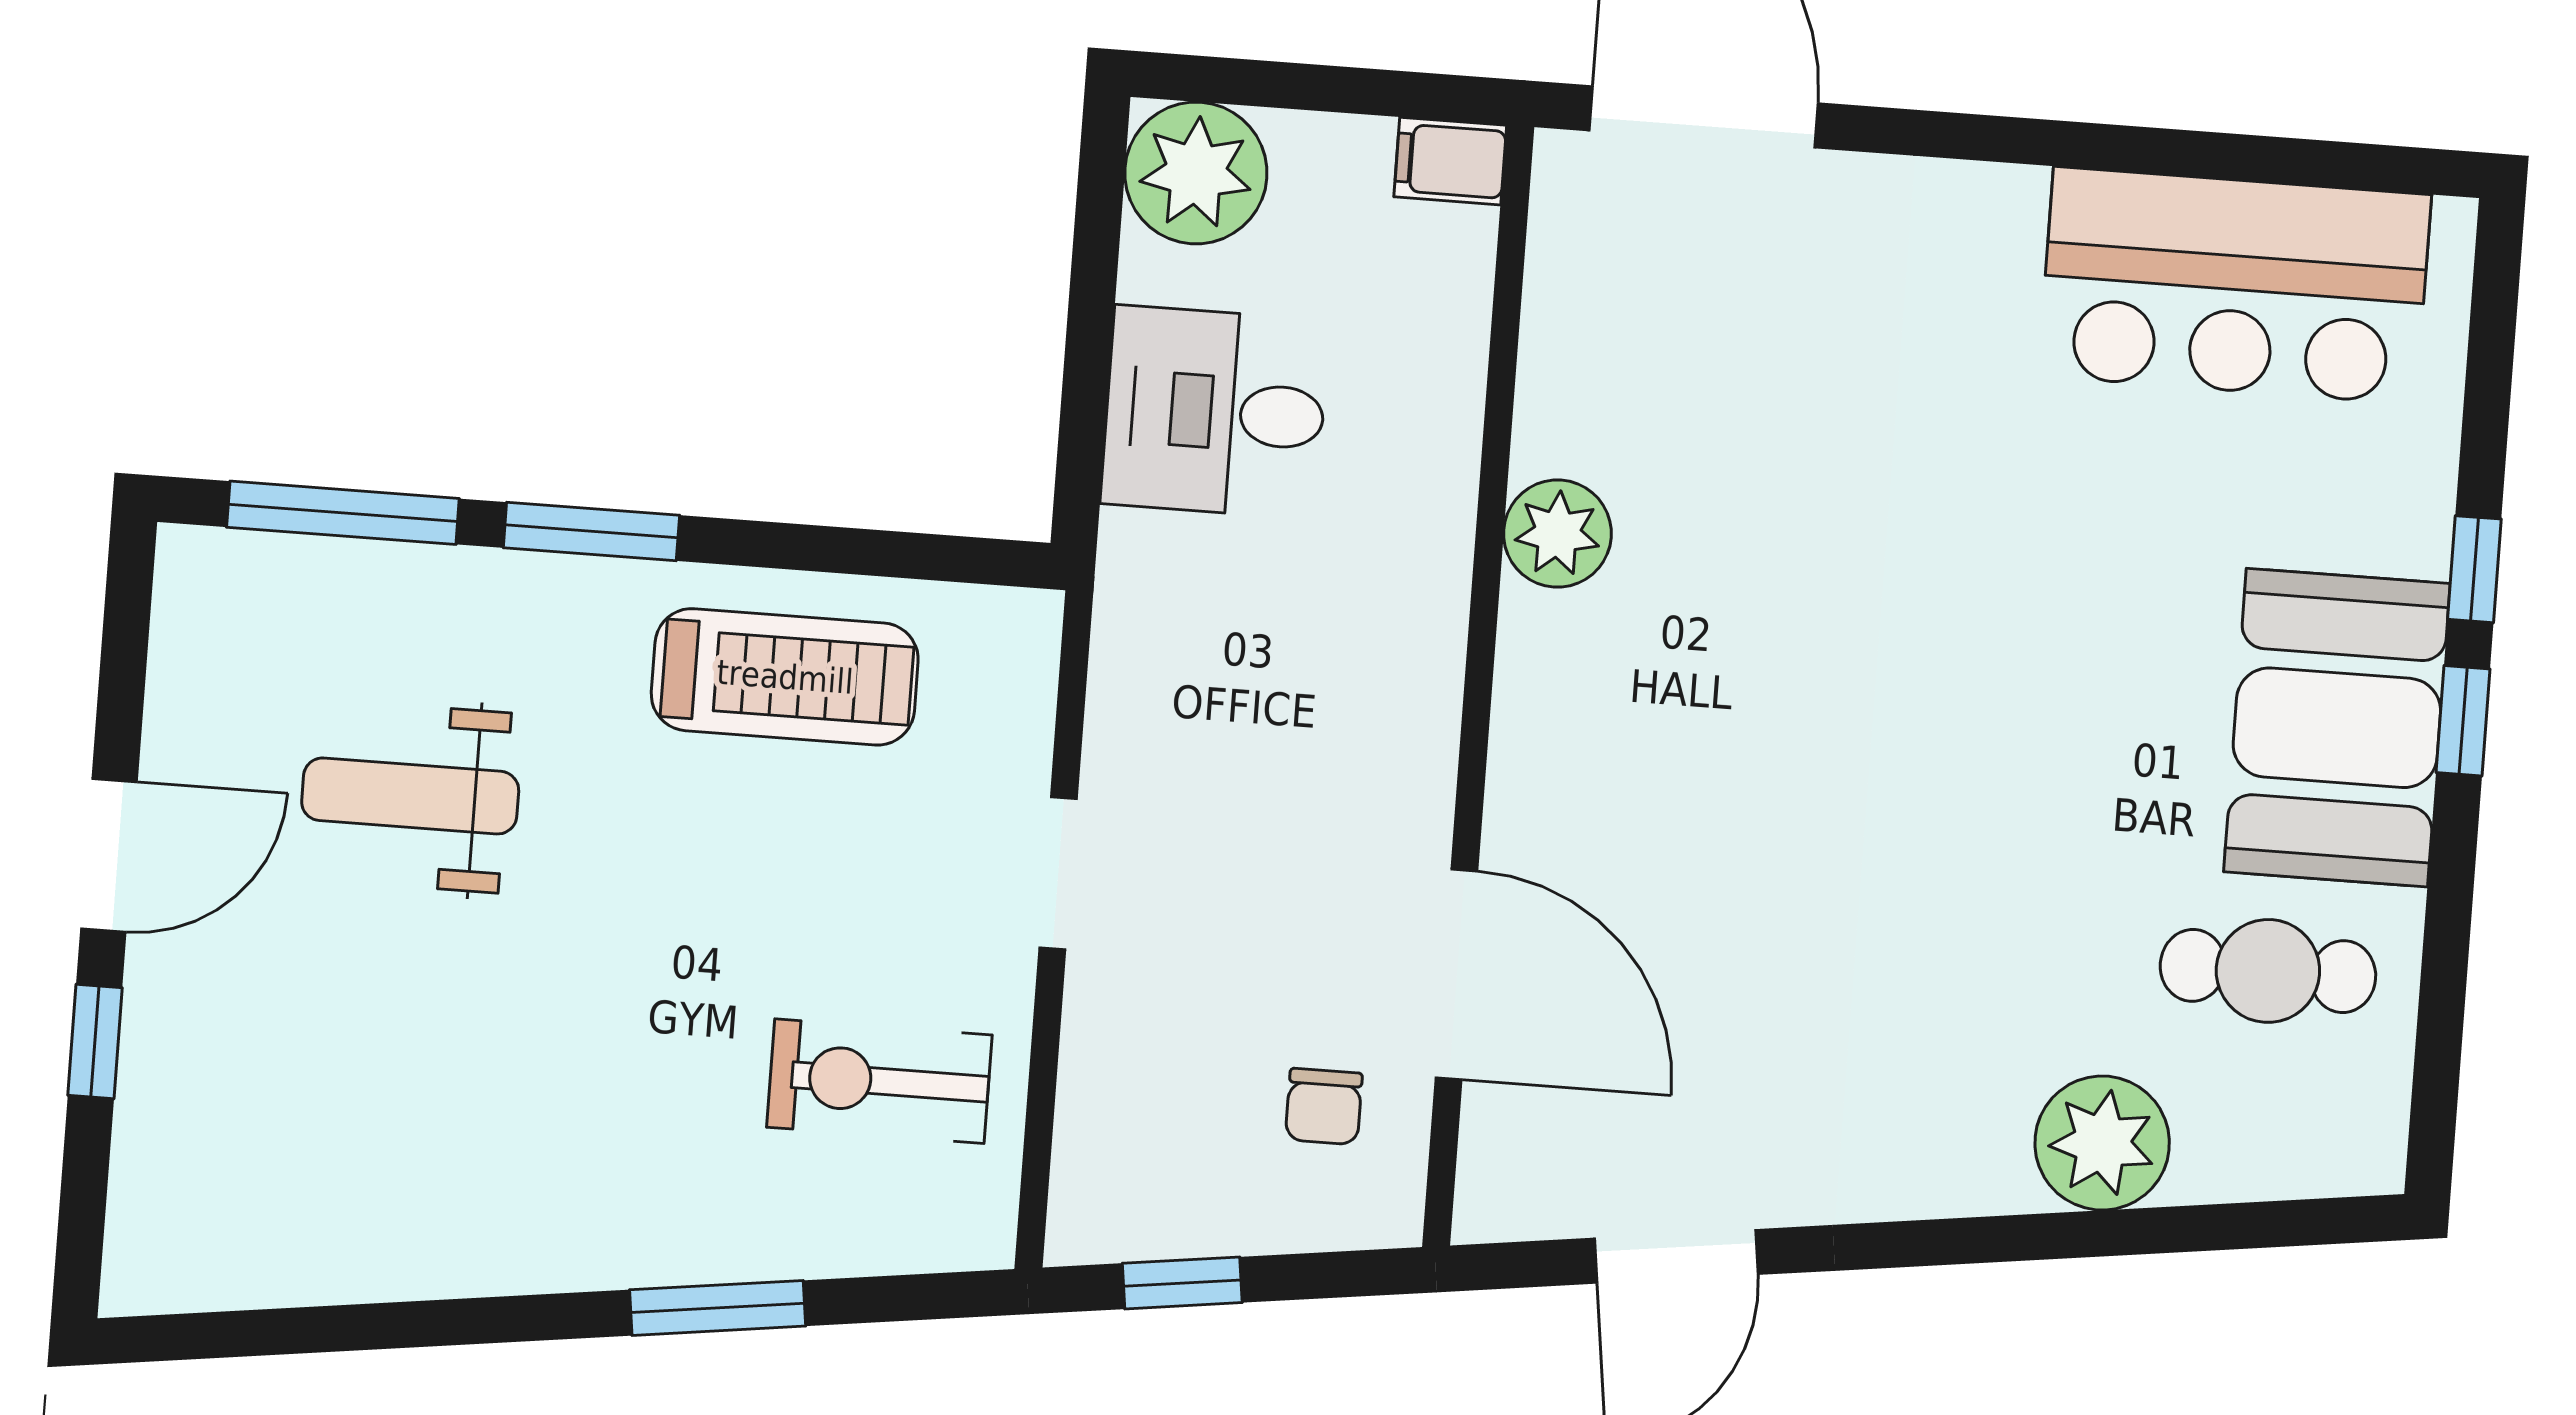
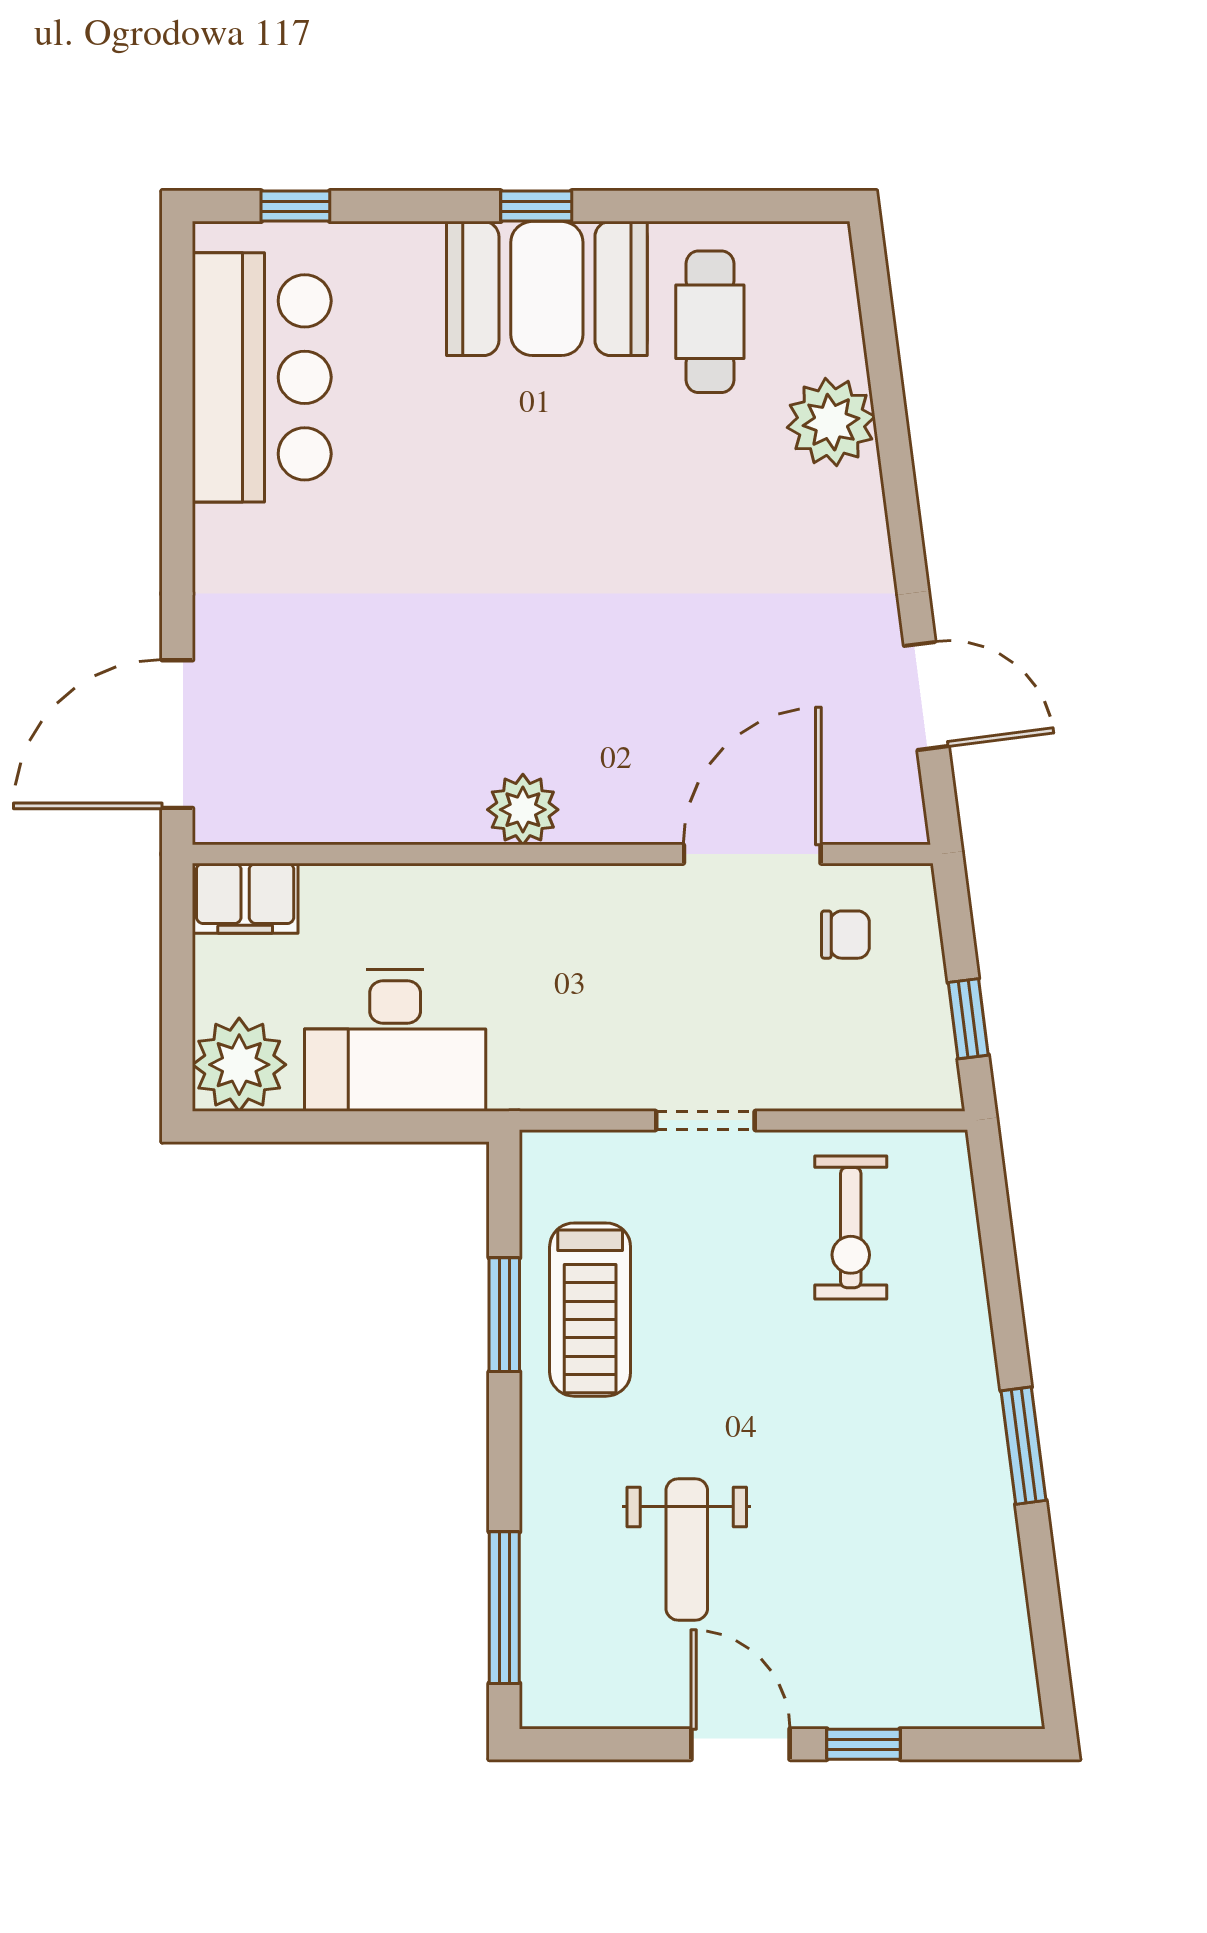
filing cabinet: (1450, 161) -> (245, 898), width x2.00
desk: (1215, 412) -> (395, 1040), width x1.37
window: (591, 531) -> (504, 1315), moved
plant: (1557, 534) -> (523, 810), moved
window: (2474, 569) -> (295, 206), moved
treadmill: (785, 677) -> (590, 1310), turned 180
window: (718, 1308) -> (1024, 1446), moved

